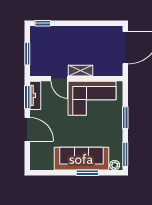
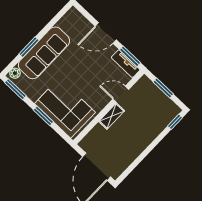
corner sofa: (92, 98) -> (65, 108), moved, turned 90

